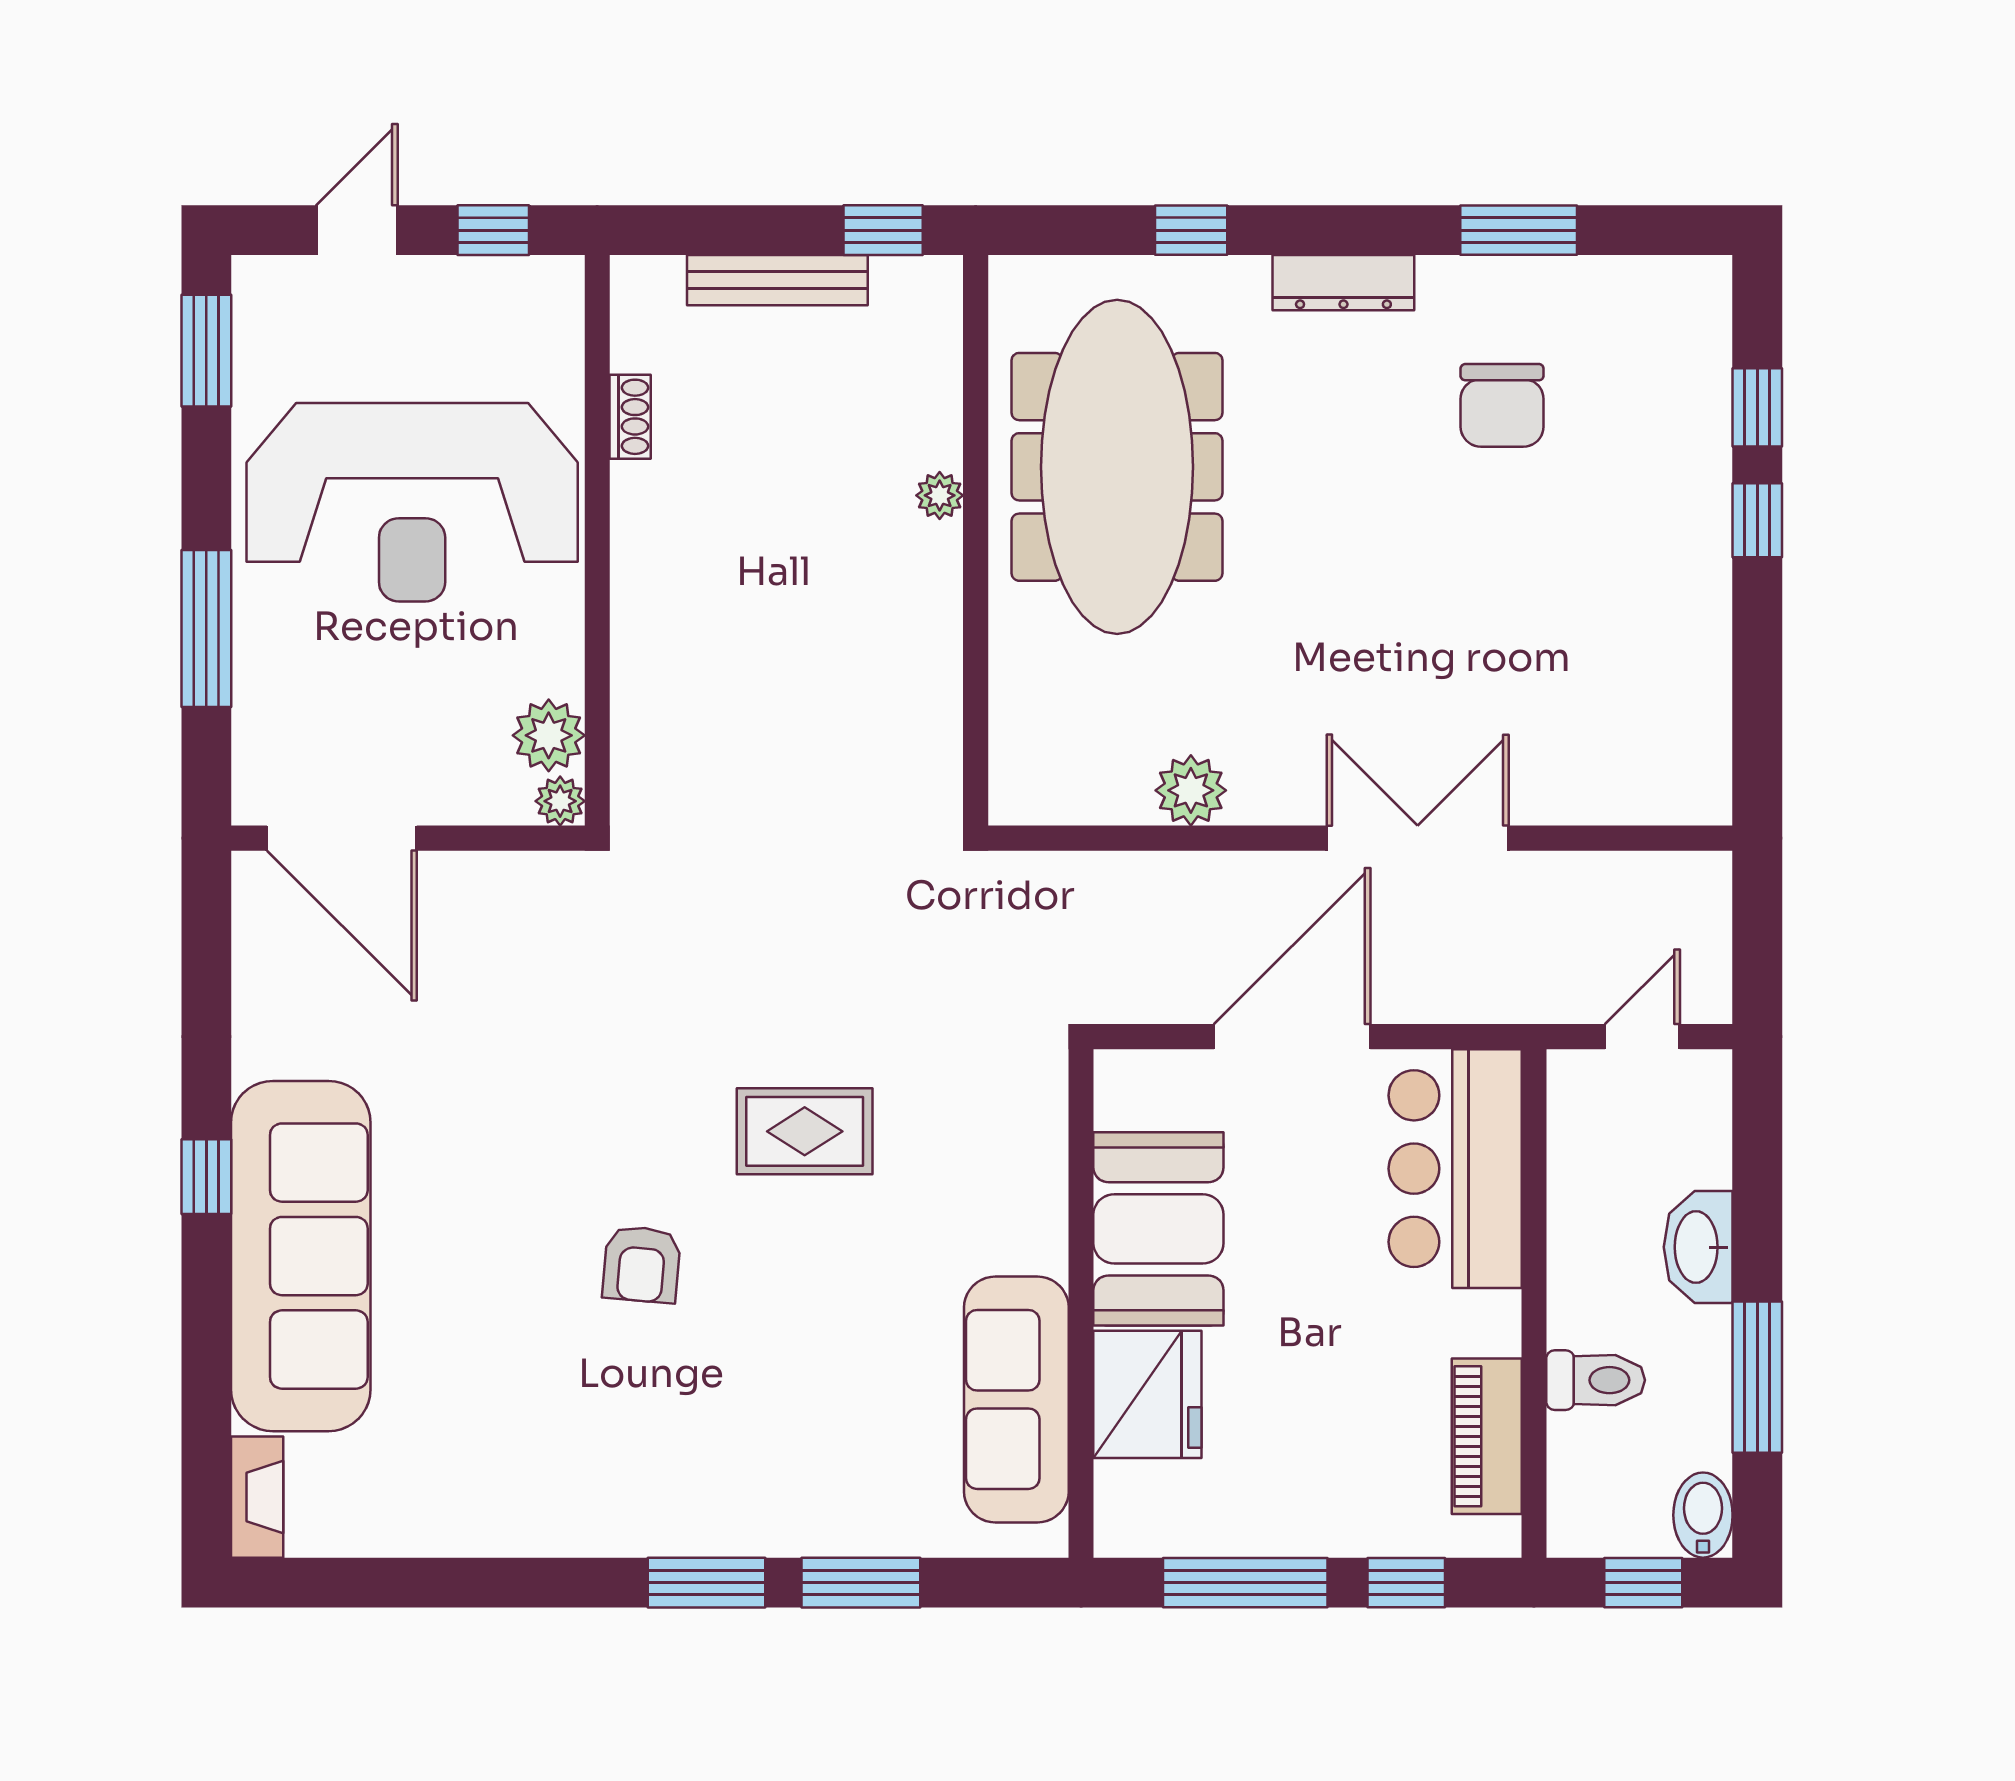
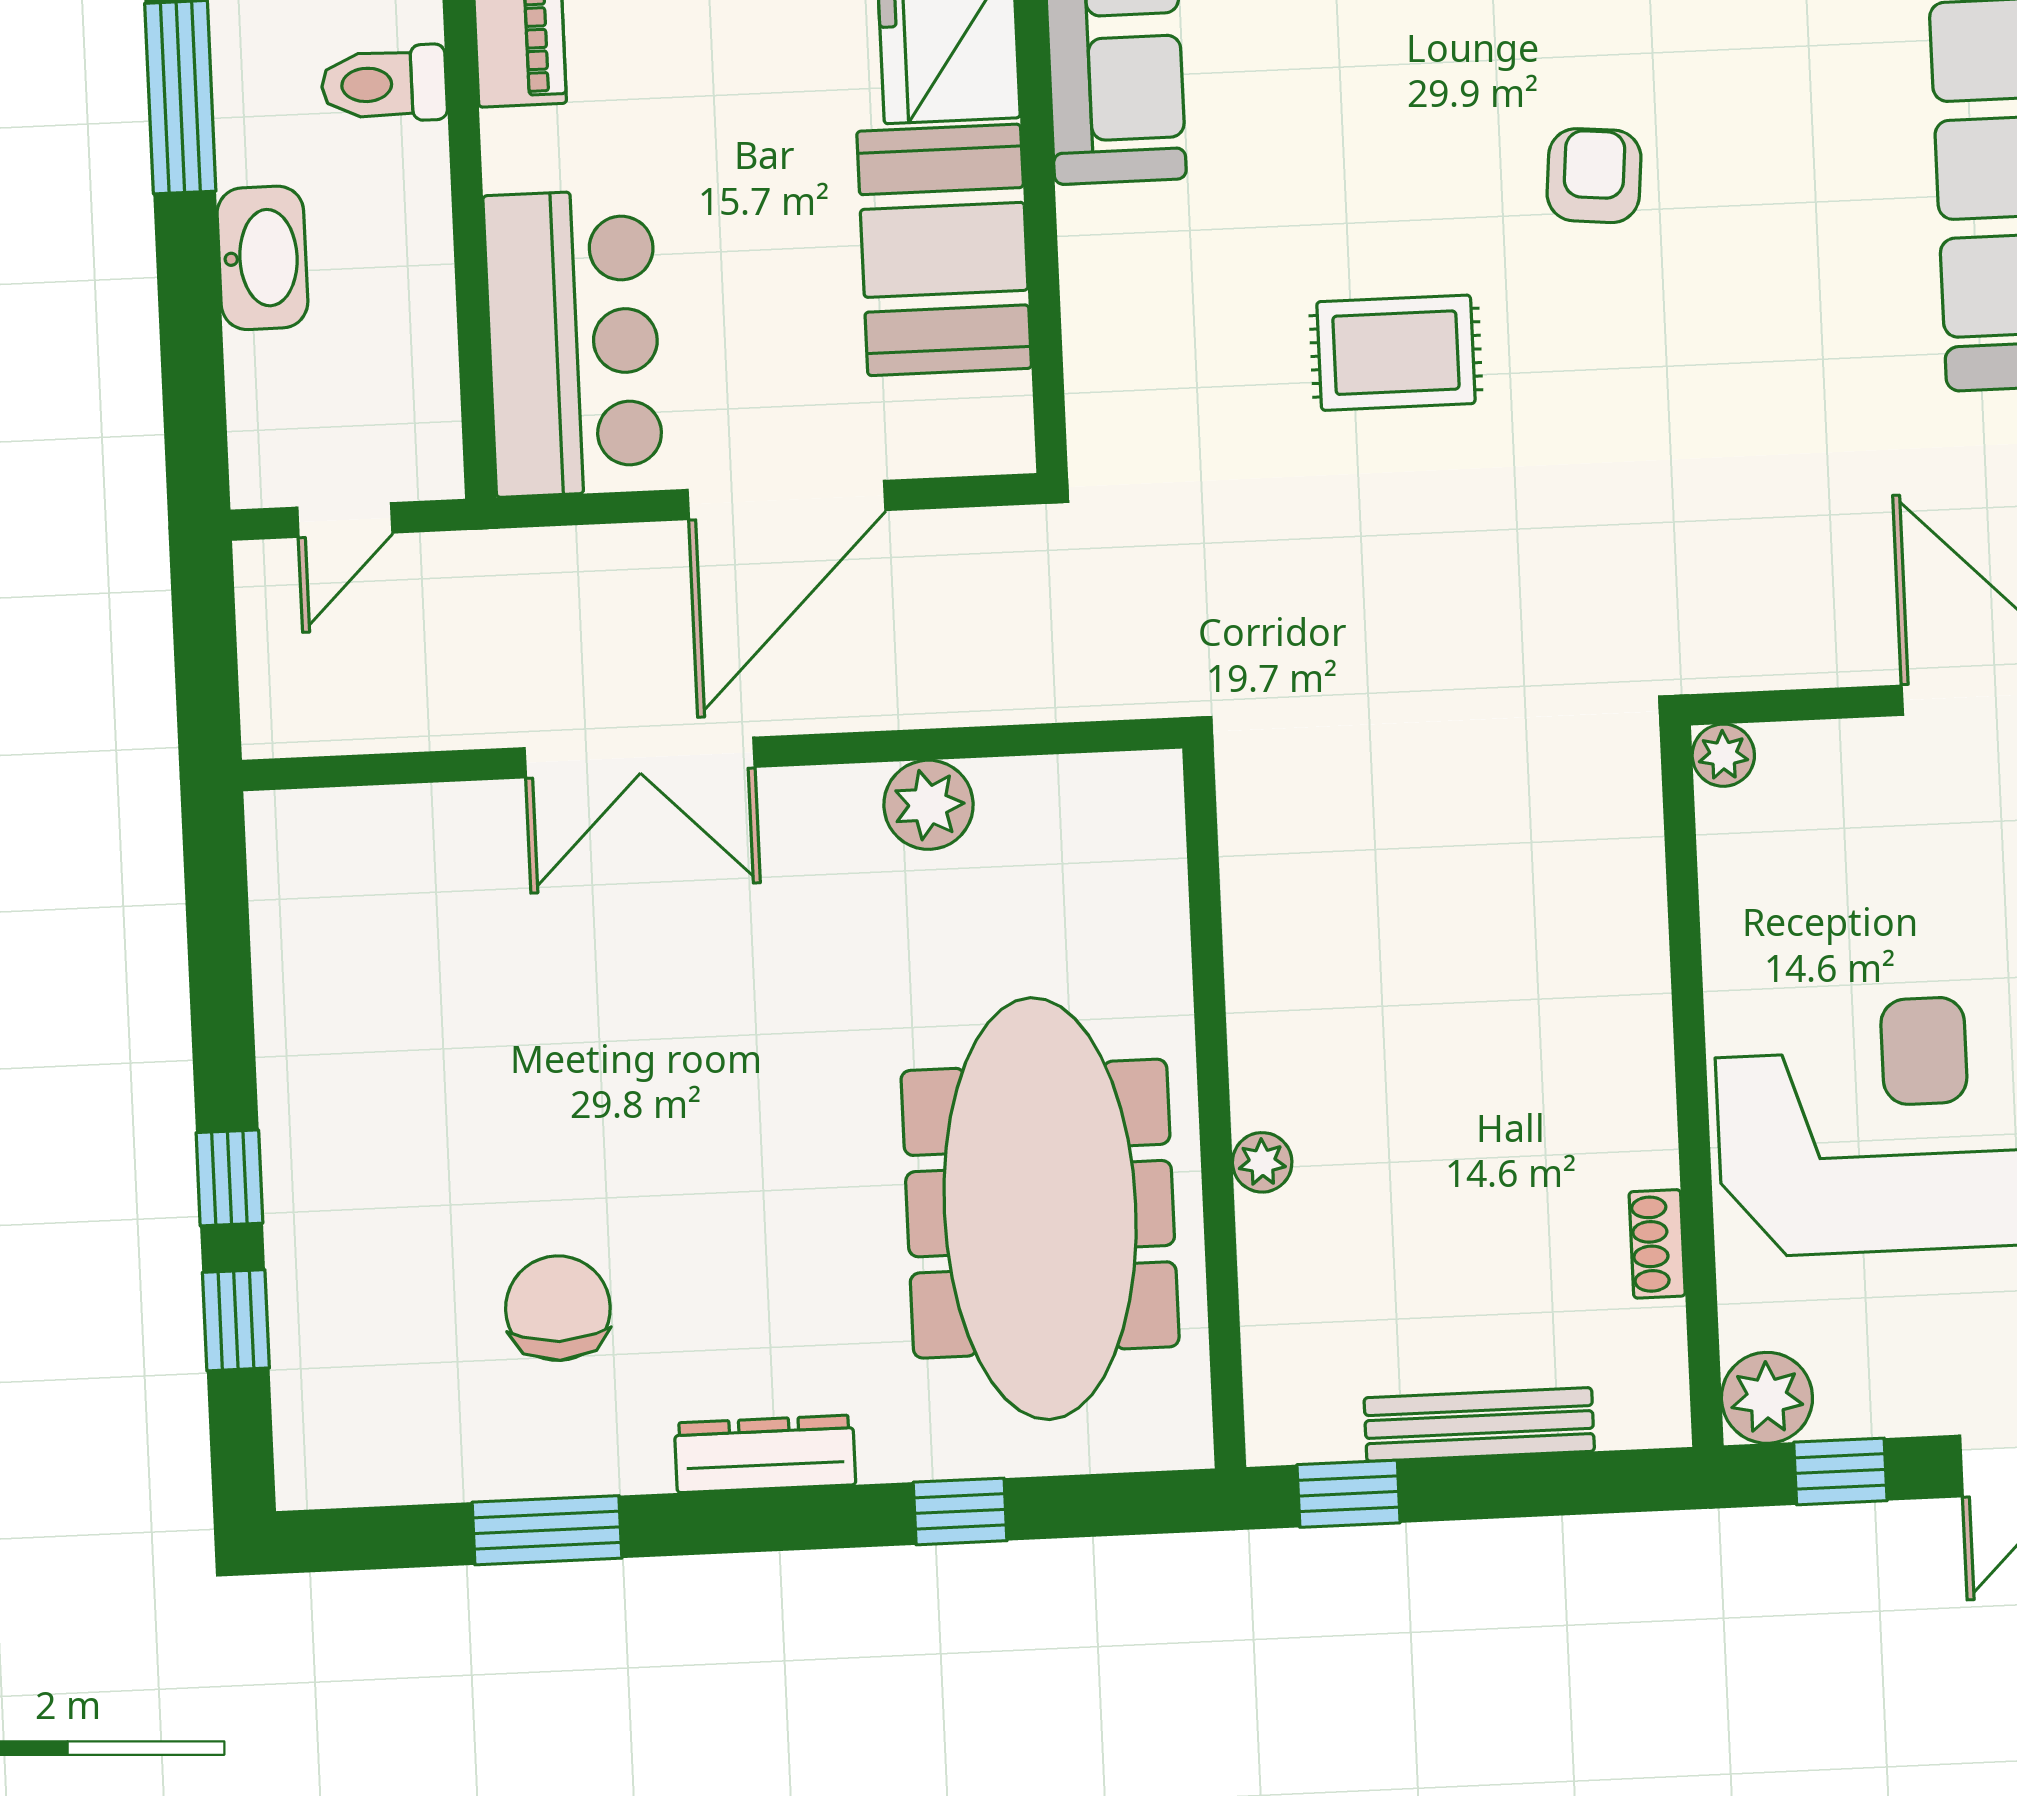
plant: (549, 735) -> (1767, 1398), moved

